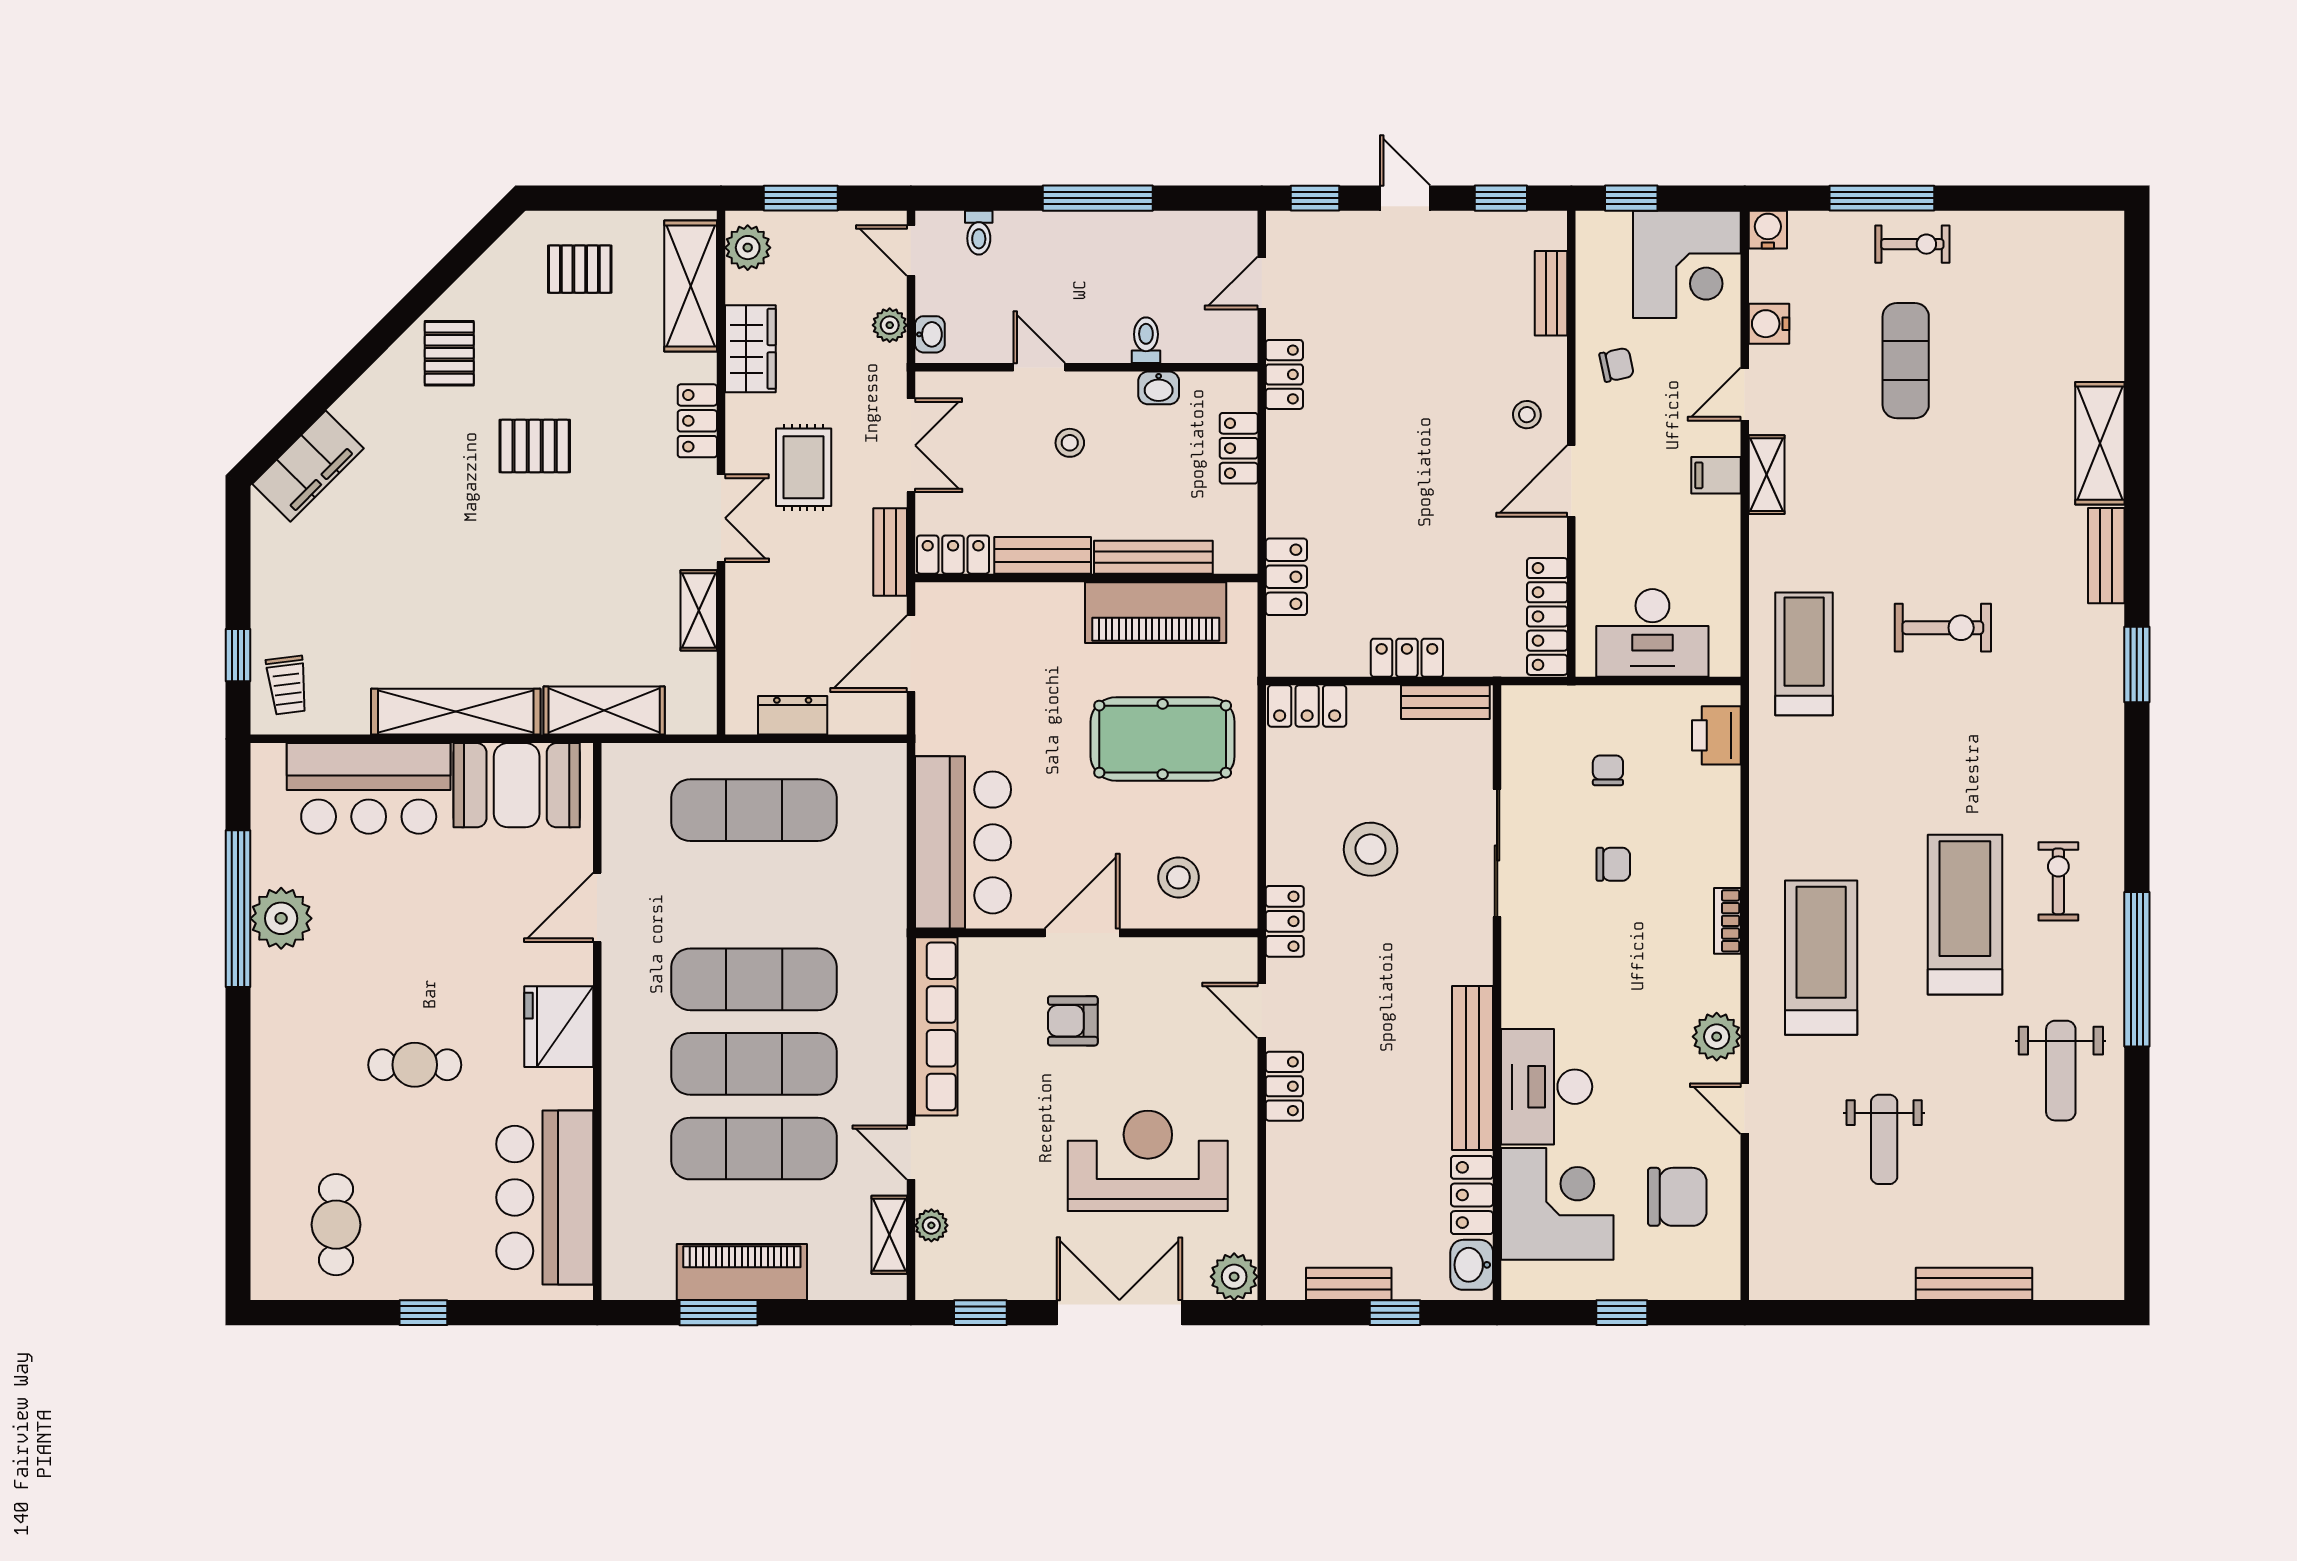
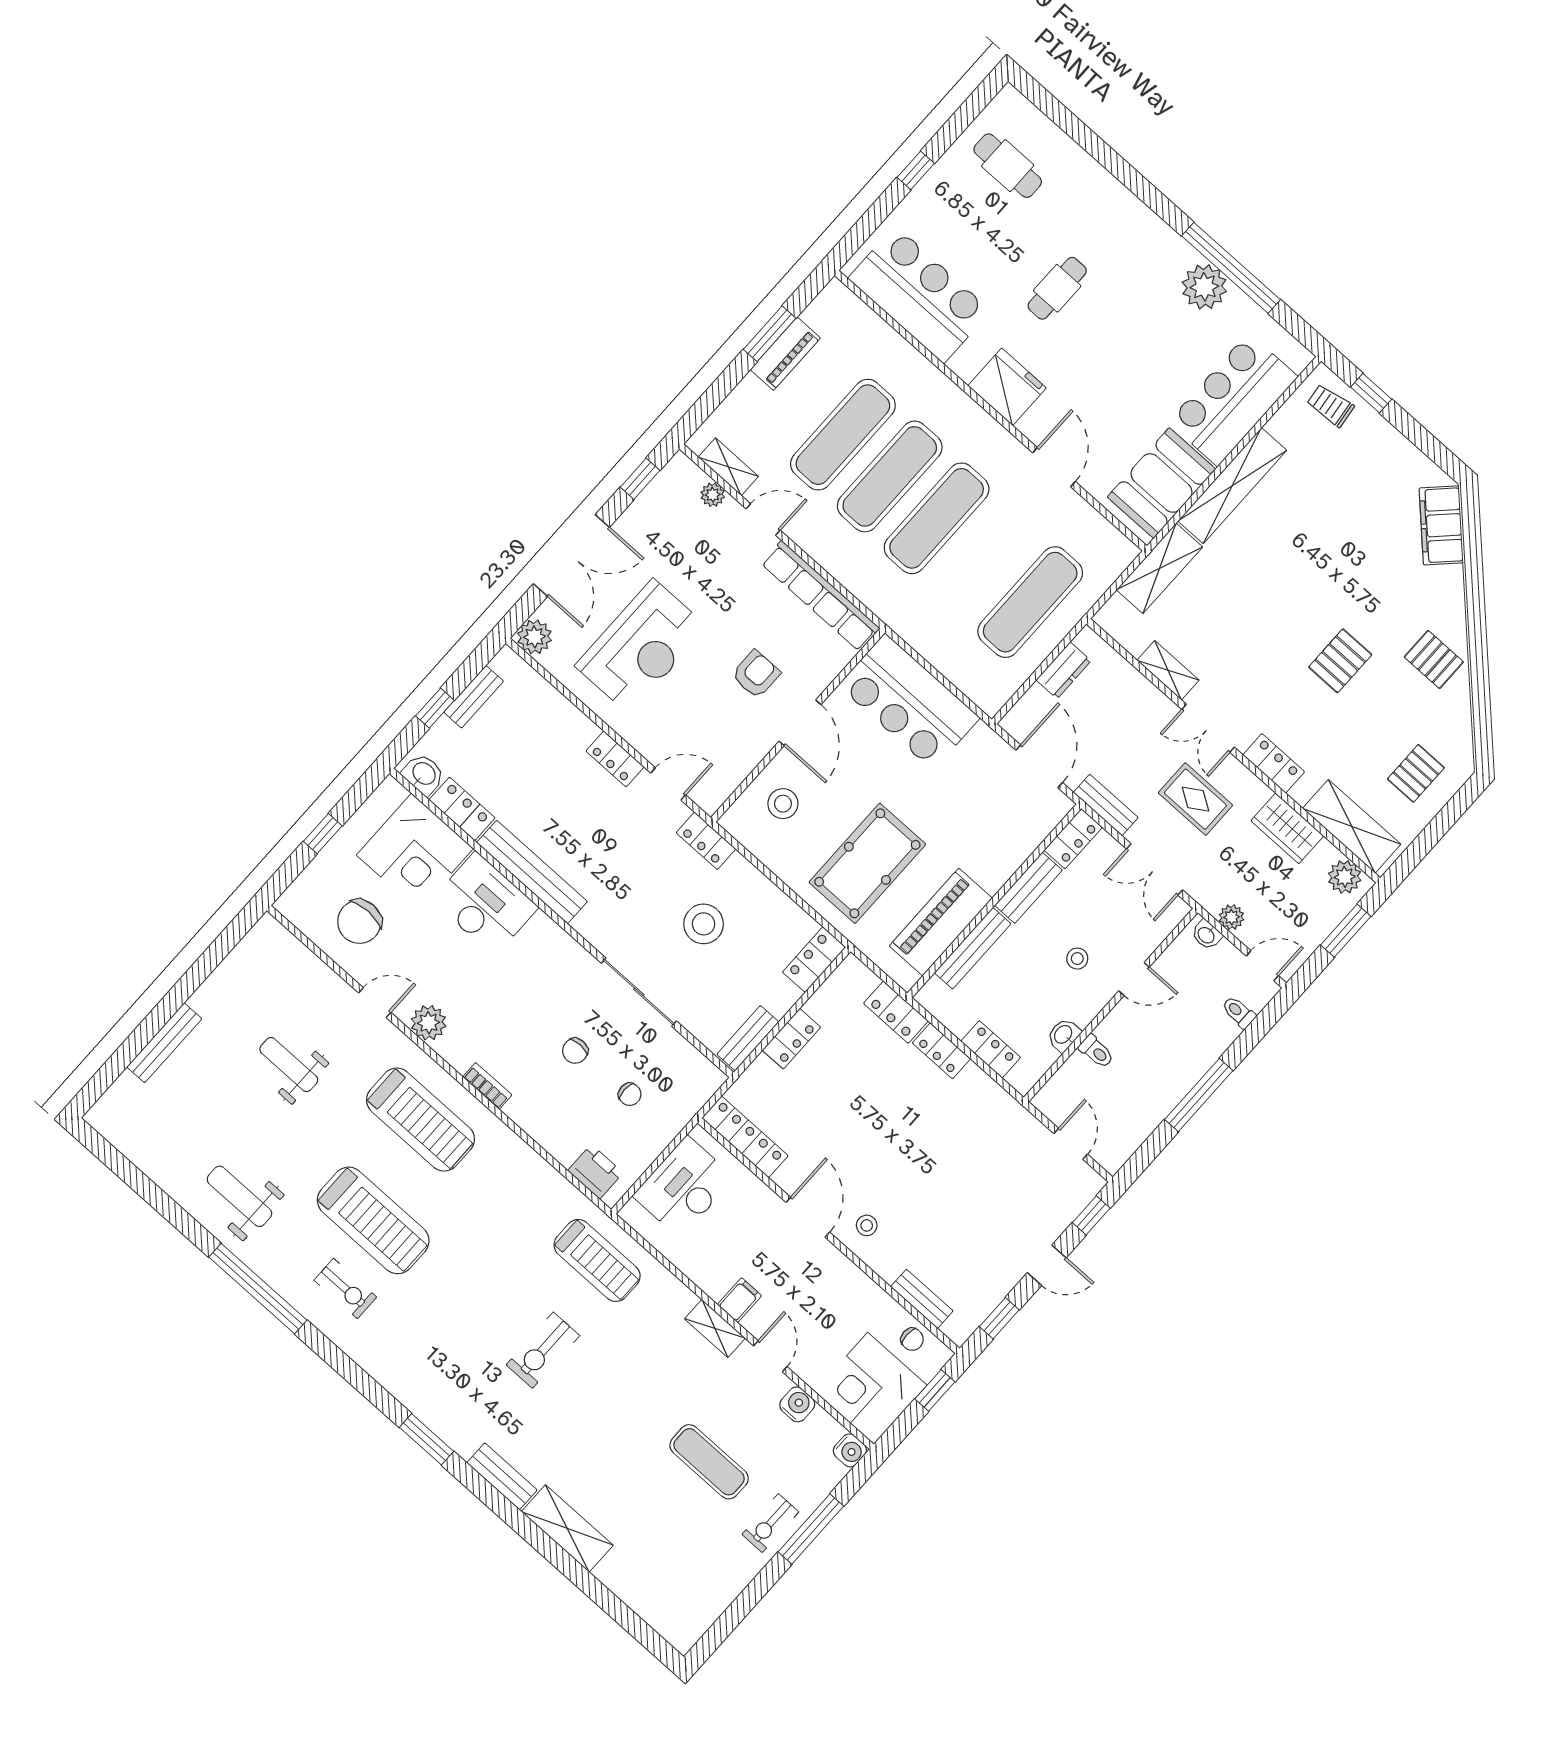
chair: (1617, 365) -> (912, 1339), moved, turned -78
locker: (1284, 374) -> (941, 1051), moved
piano: (742, 1272) -> (785, 354), width x0.73, depth x0.75

